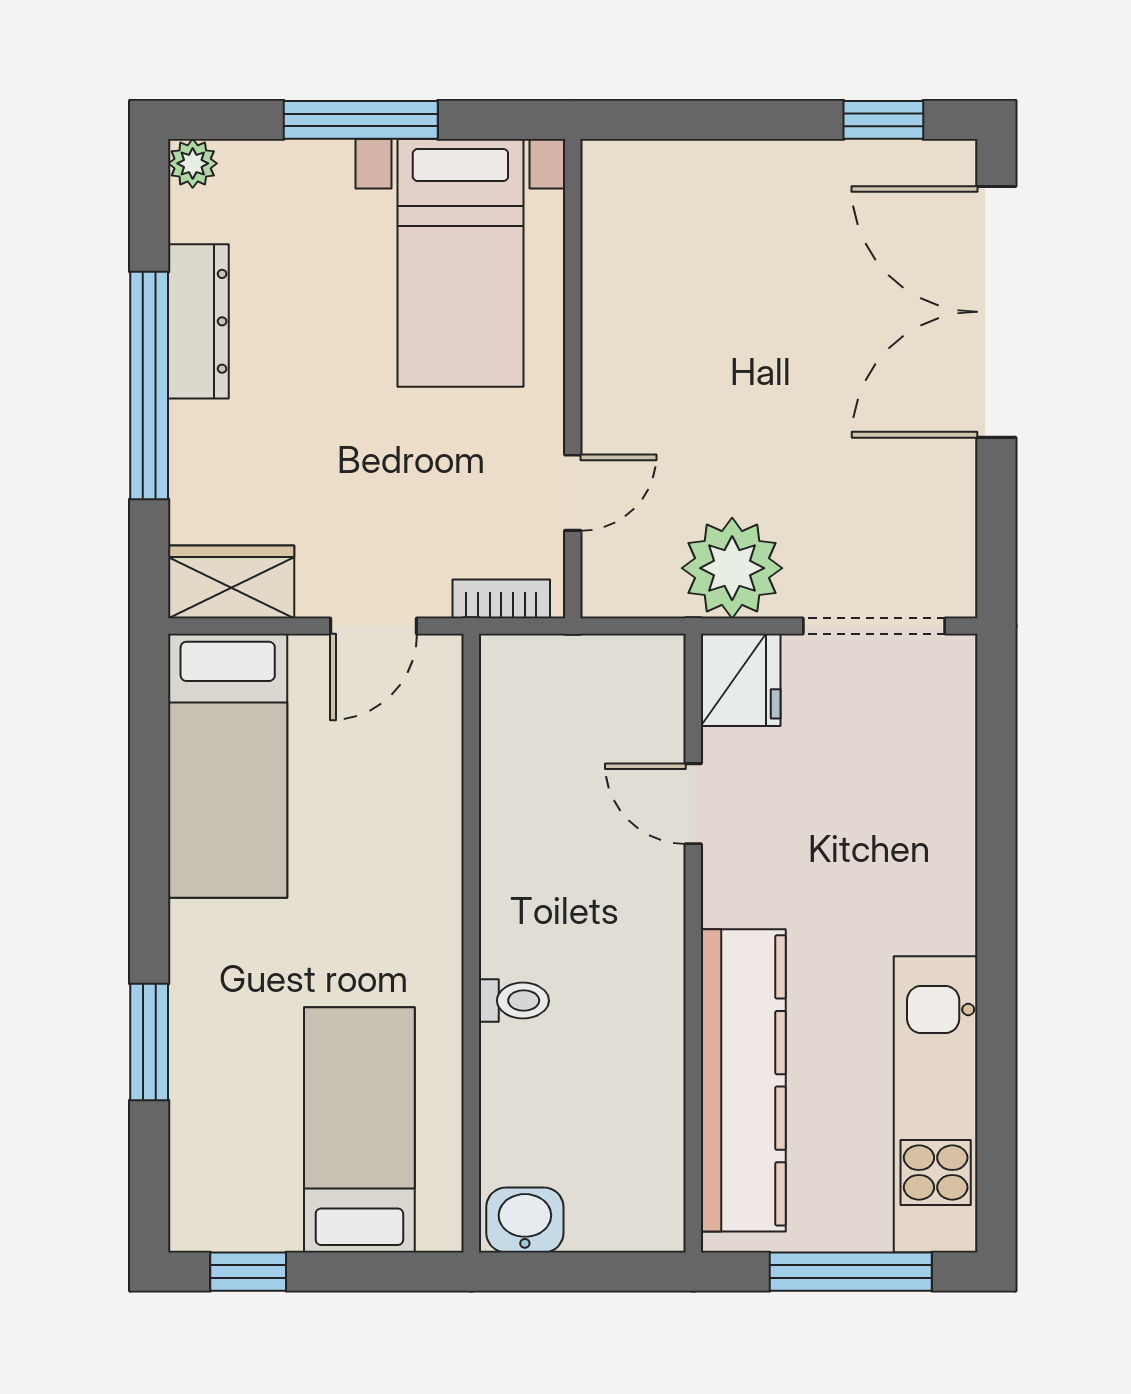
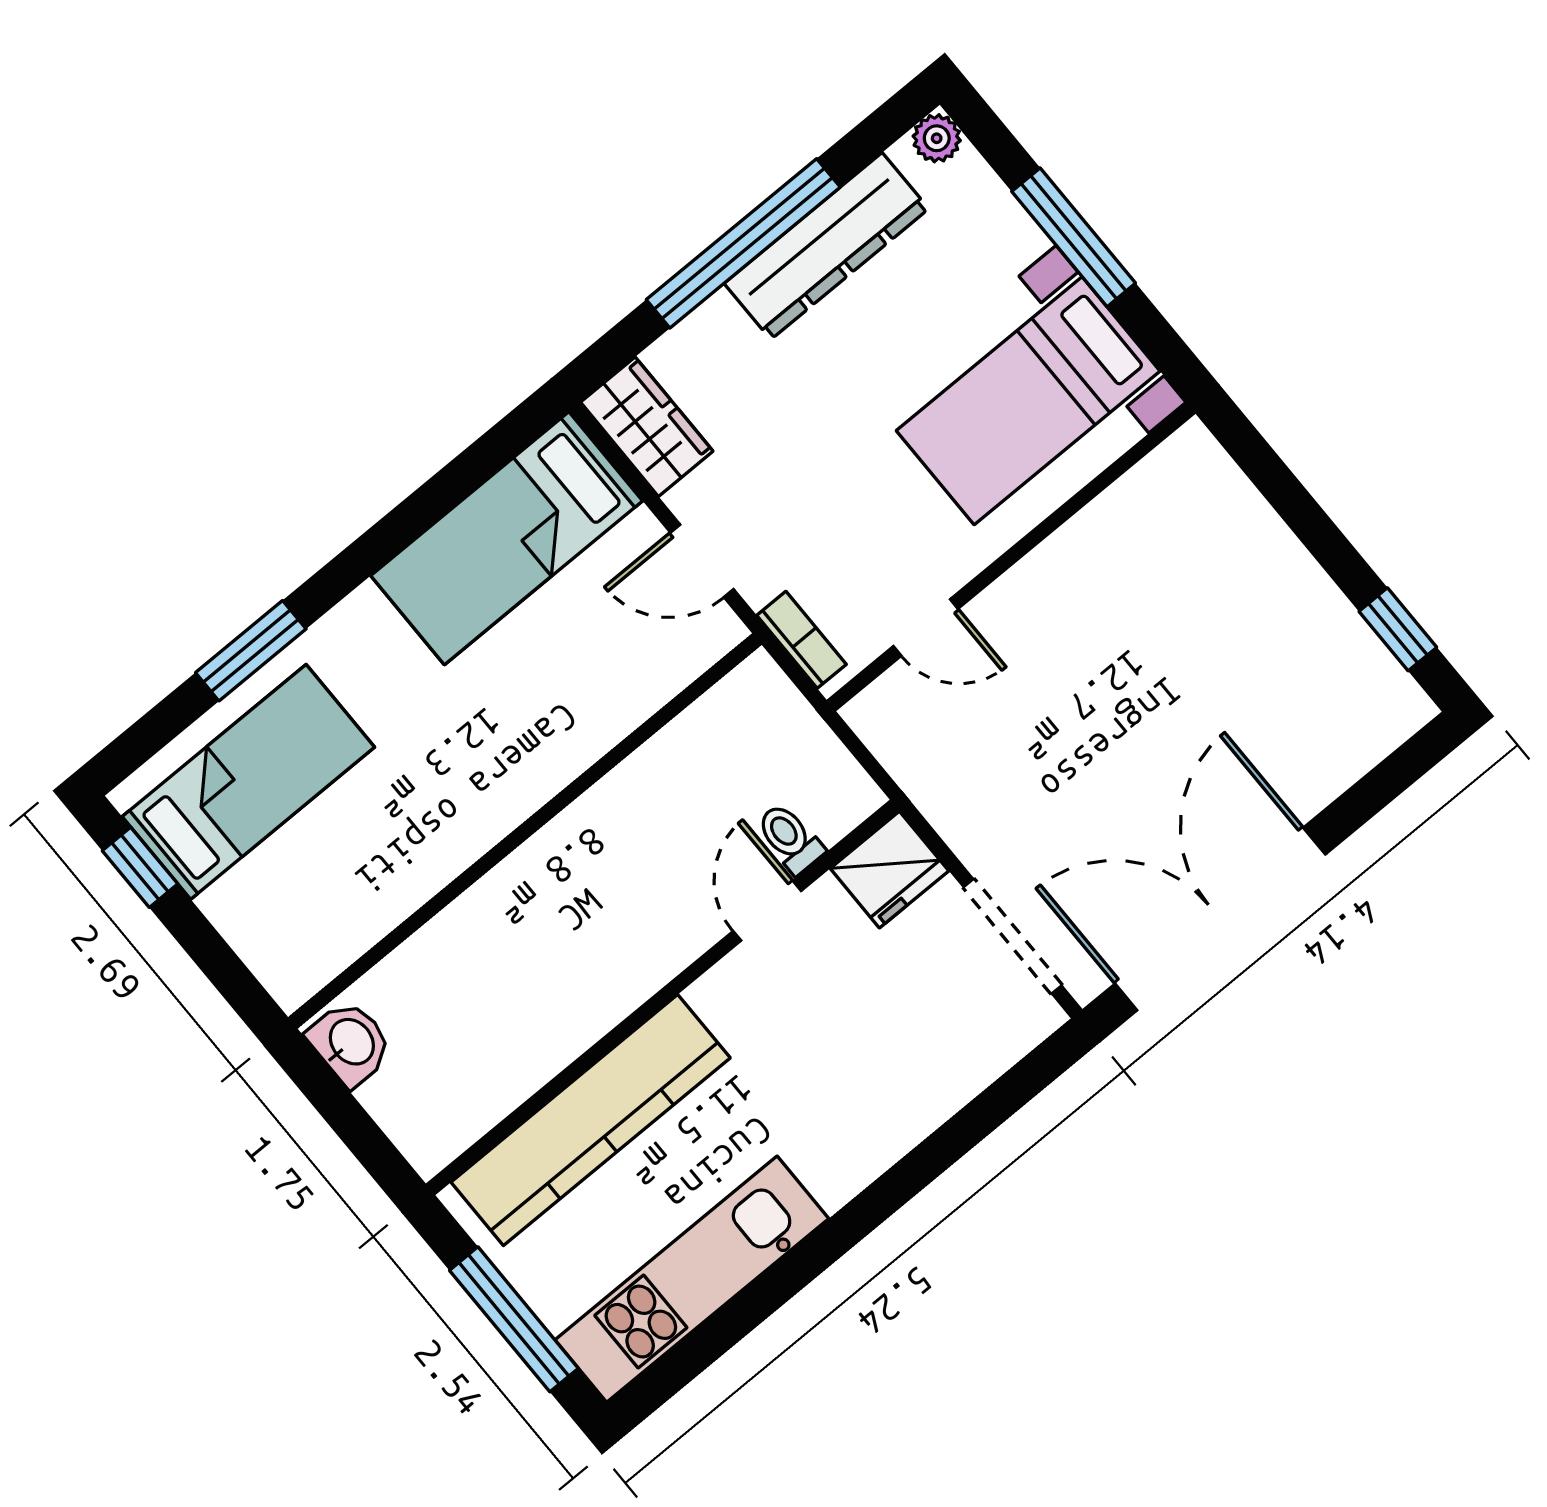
double door: (996, 312) -> (1220, 919), moved
dresser: (198, 321) -> (826, 246), width x1.37, depth x1.24
plant: (732, 568) -> (968, 794), removed
toilet: (514, 1001) -> (790, 838), moved, turned 180
bed: (359, 1130) -> (248, 782), moved

